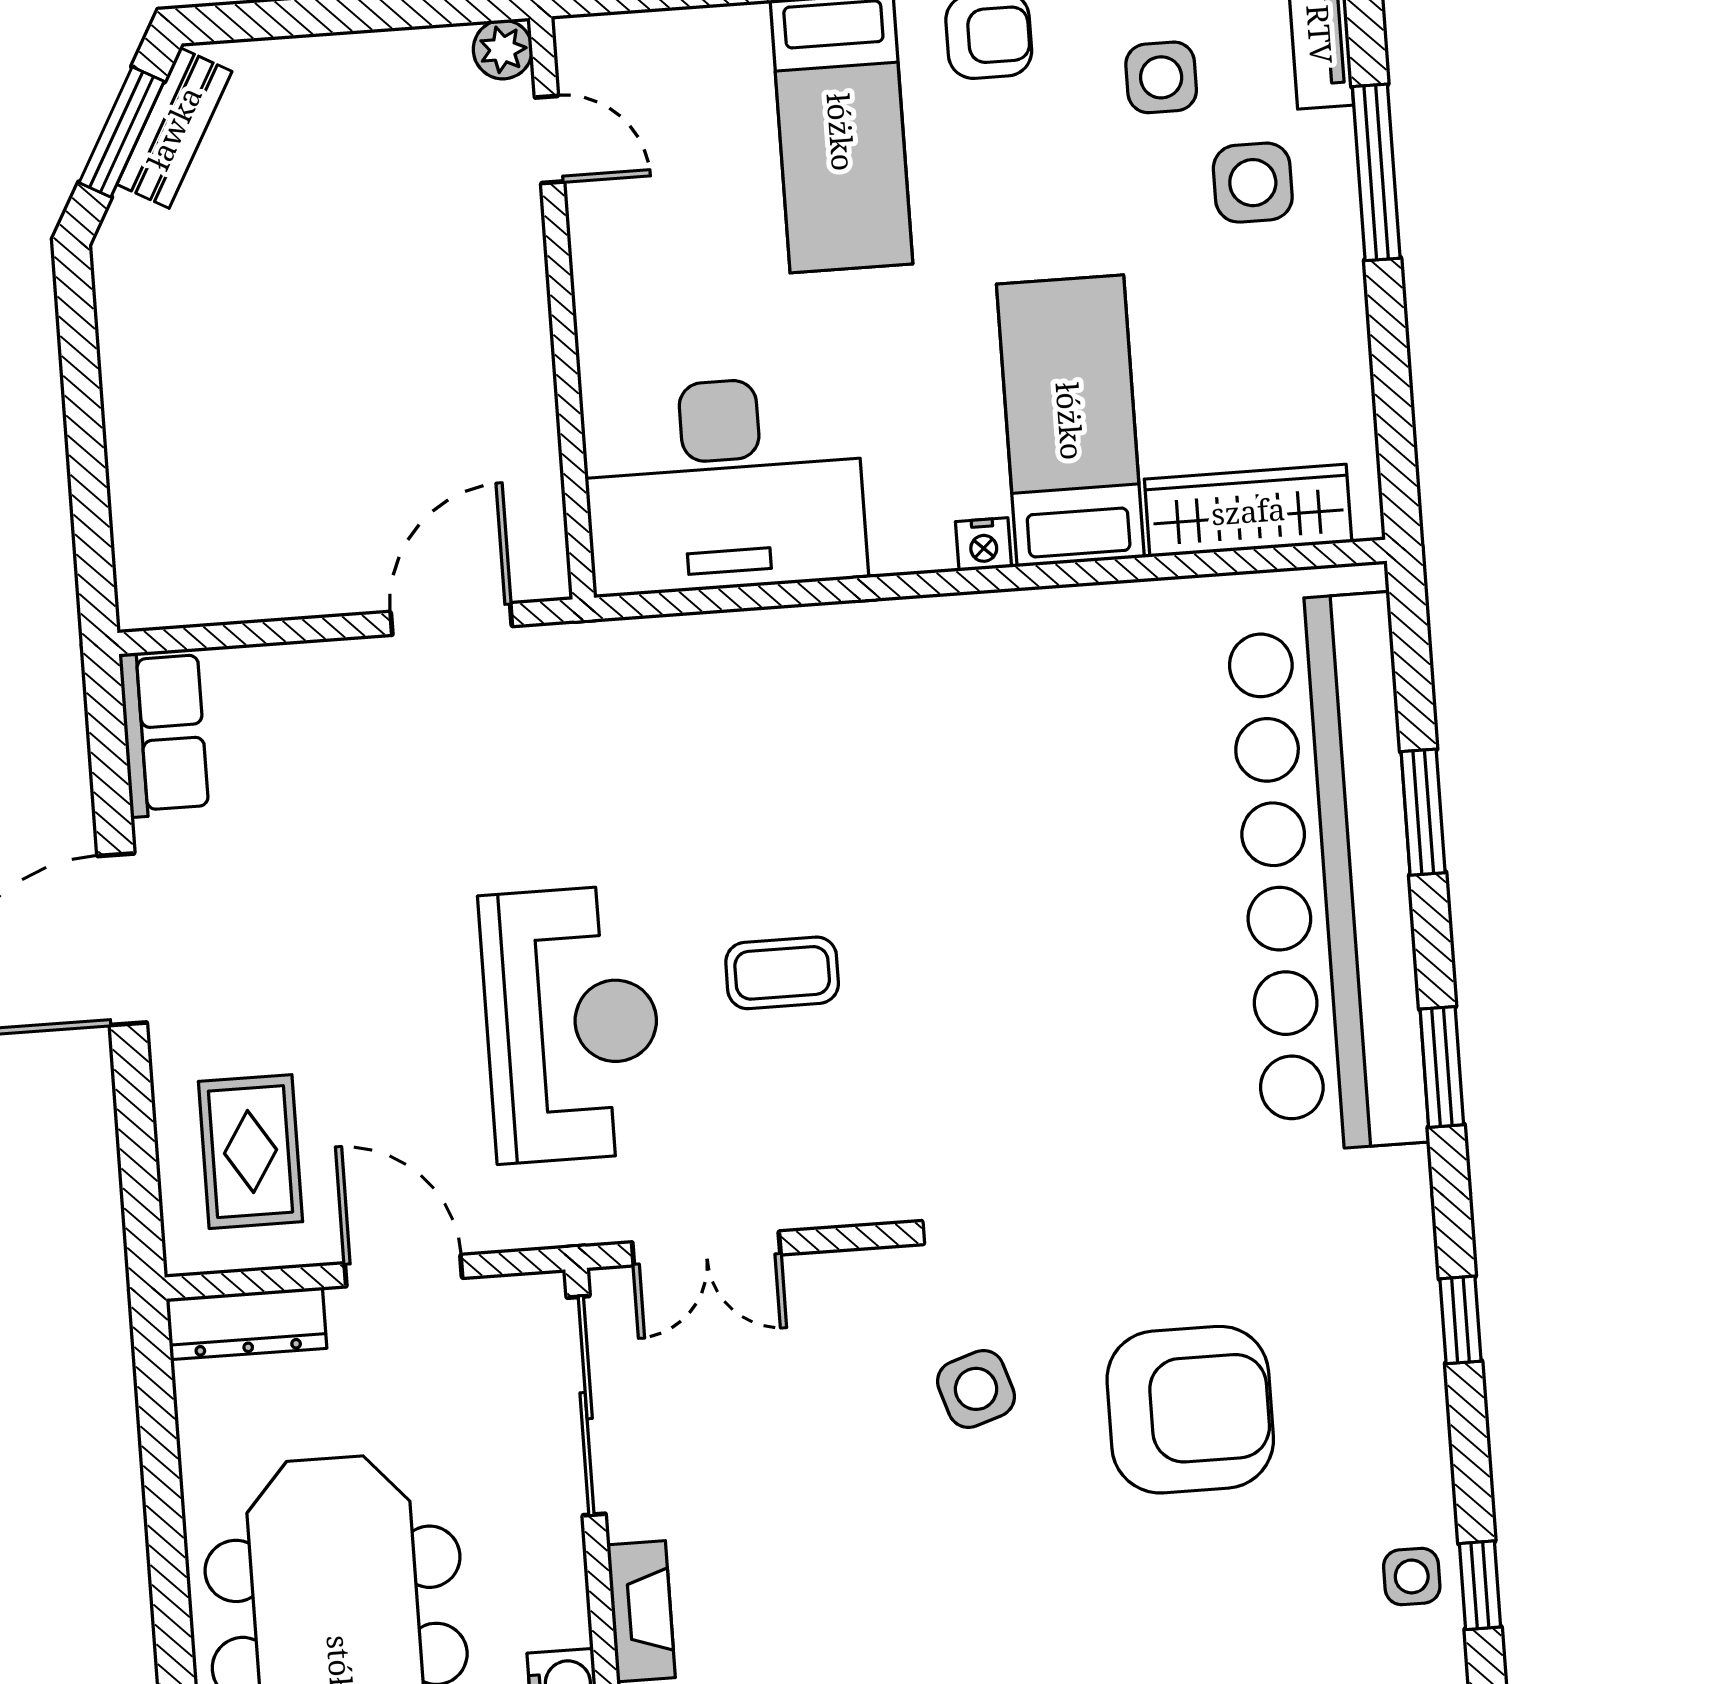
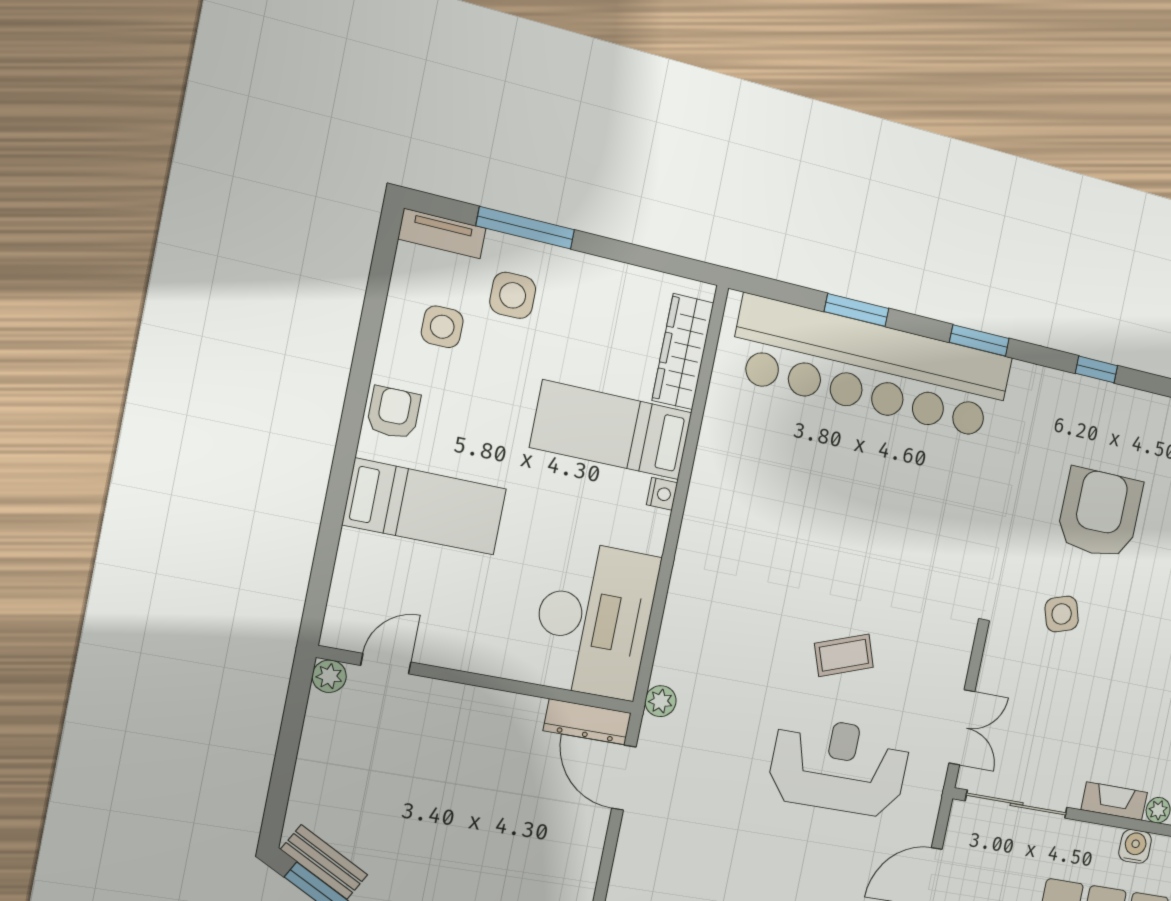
dresser: (536, 524) -> (587, 722), added
plant: (608, 648) -> (661, 701), added
coffee table: (782, 973) -> (844, 655), turned 70

